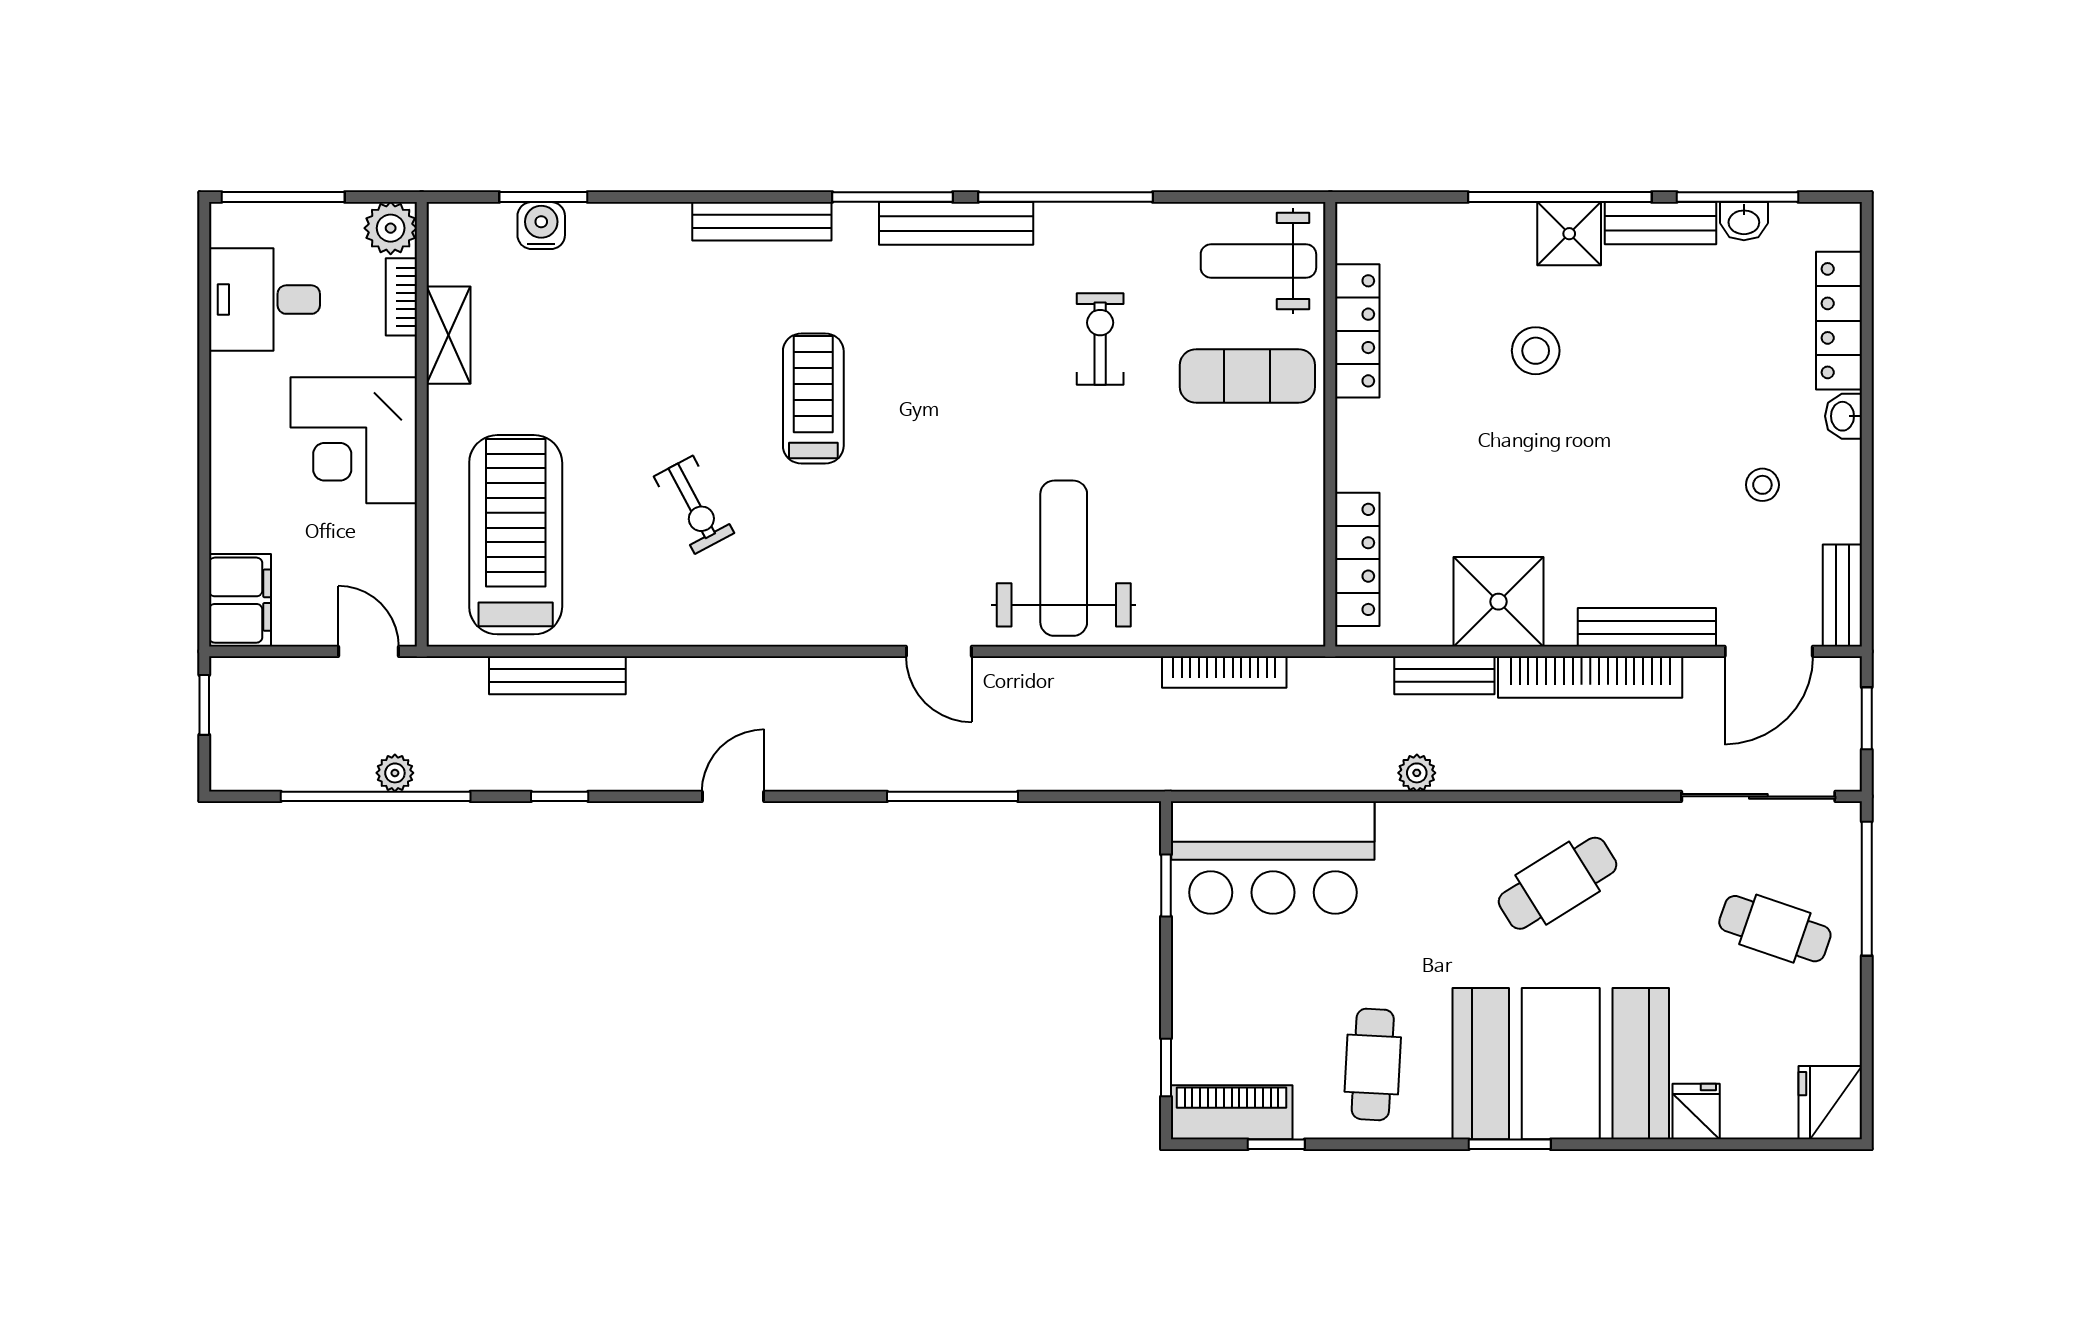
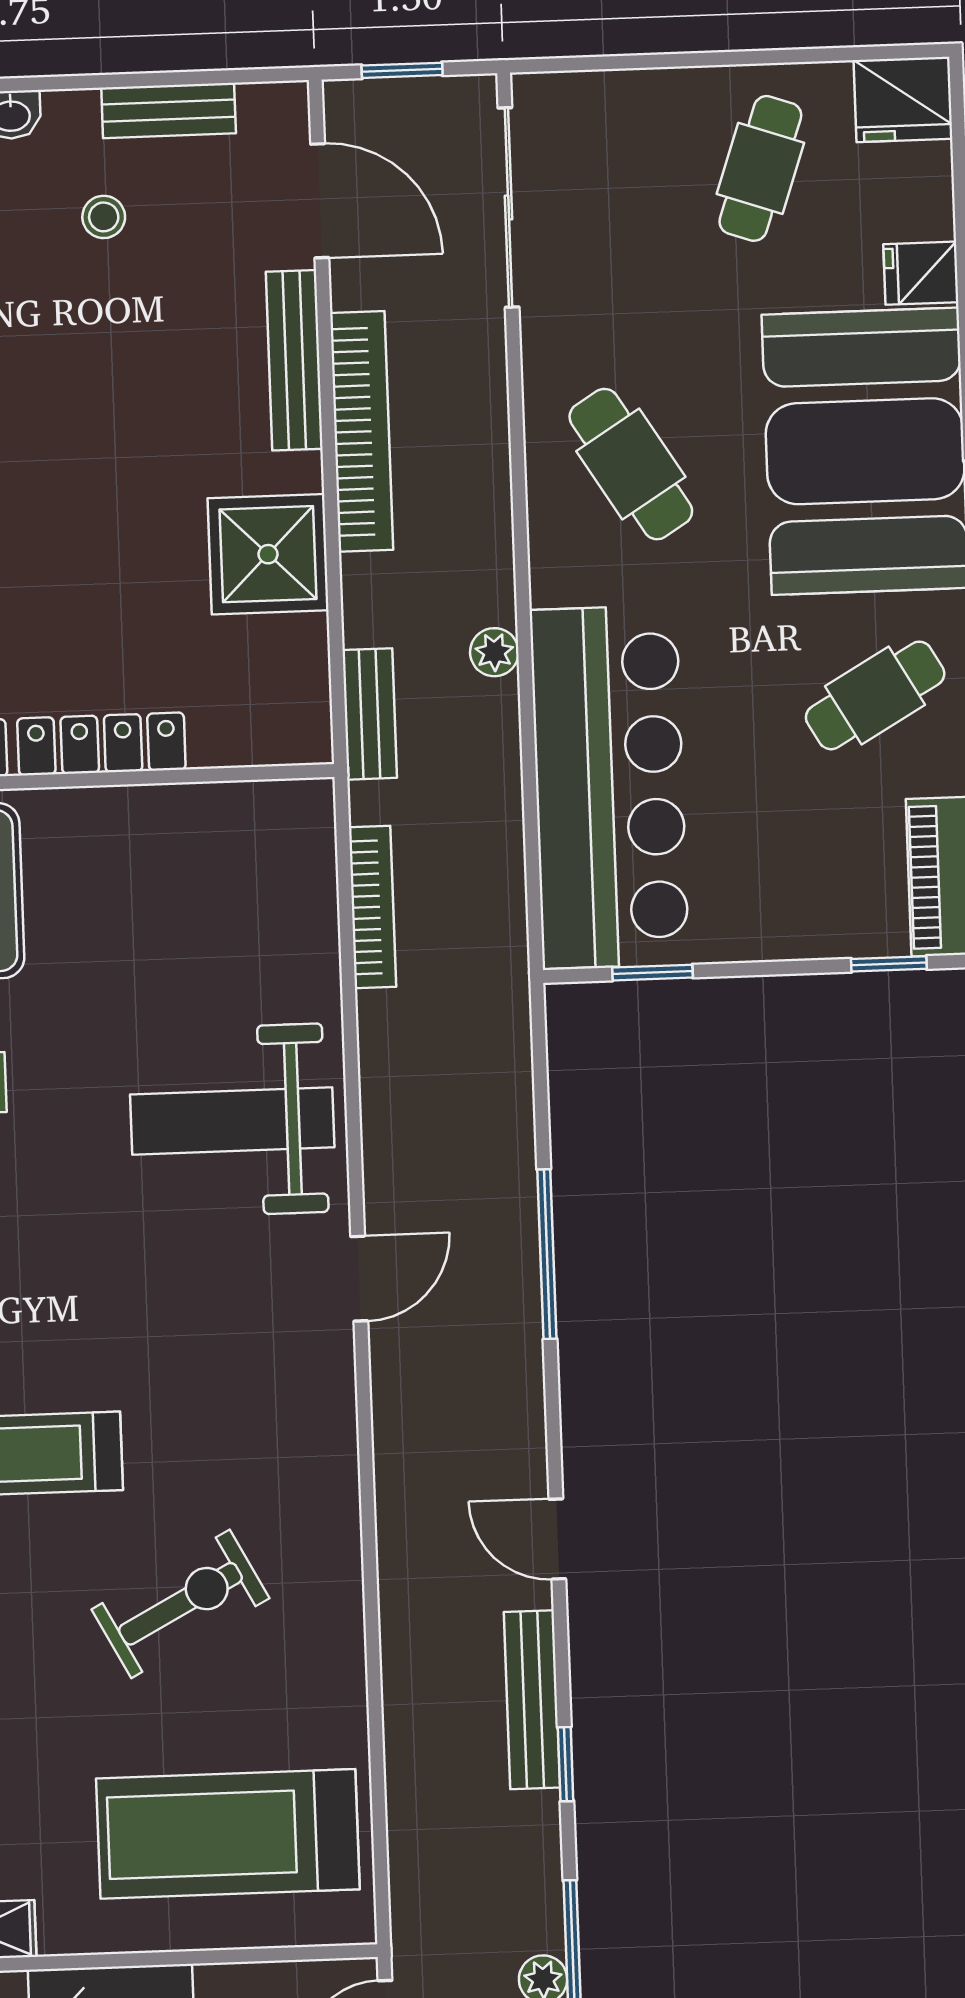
exercise bike: (694, 505) -> (180, 1604), width x1.38, depth x1.39
locker: (1357, 559) -> (101, 744), moved
bench: (1842, 595) -> (169, 110), moved
bench: (557, 675) -> (532, 1700), moved
bench: (1444, 675) -> (370, 714), moved
bar counter: (1273, 858) -> (609, 787), width x1.36
window: (1867, 889) -> (623, 62), removed
cafe table: (1775, 929) -> (760, 168), moved
cafe table: (1373, 1064) -> (875, 695), turned -33

